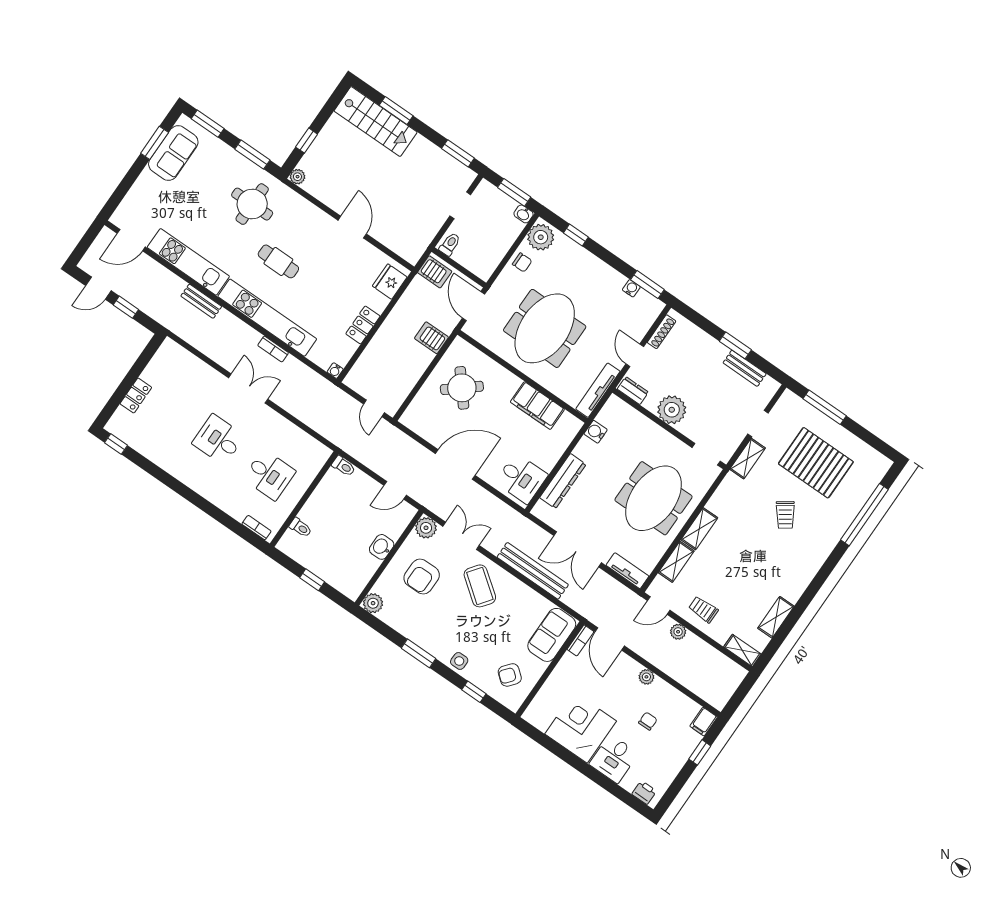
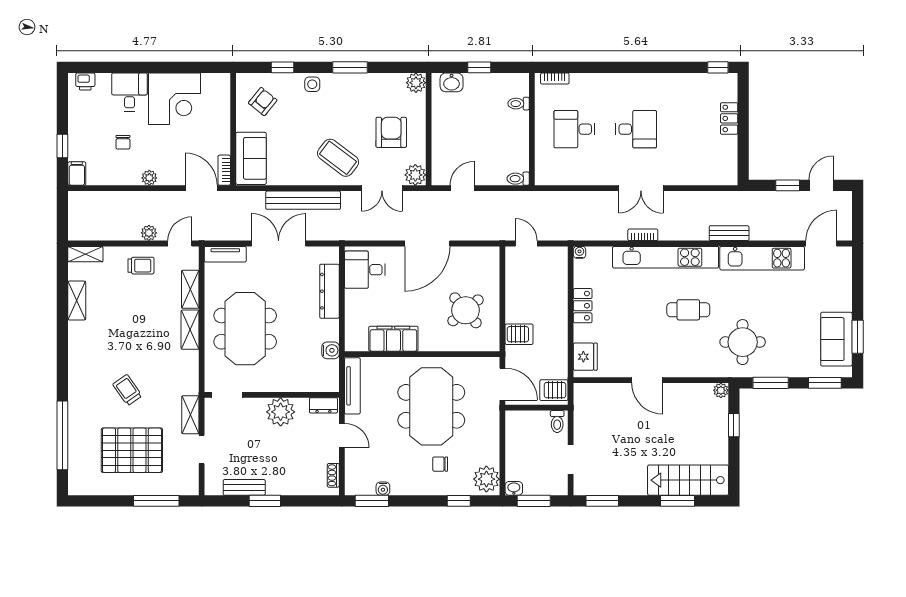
chair: (522, 262) -> (440, 464), moved
shoe rack: (662, 332) -> (333, 475), width x0.70
washbasin: (382, 547) -> (452, 82), moved, turned 90

